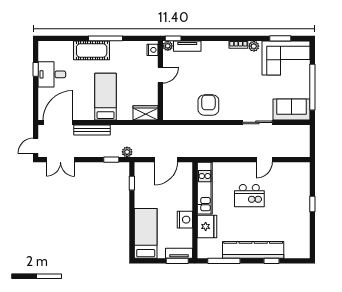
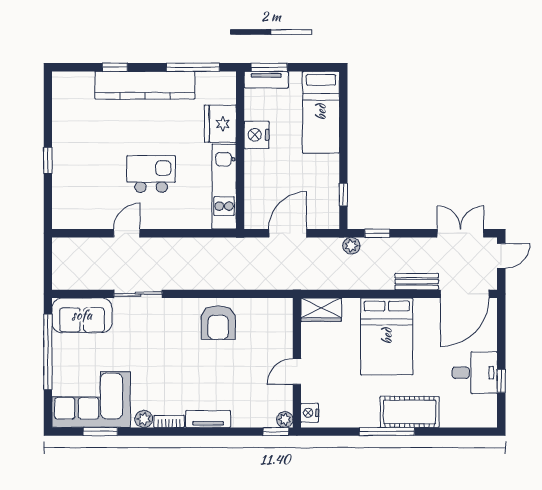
tv unit: (187, 46) -> (208, 419), moved
bed: (105, 97) -> (387, 336), width x1.50
bench: (92, 130) -> (417, 282), width x0.73

